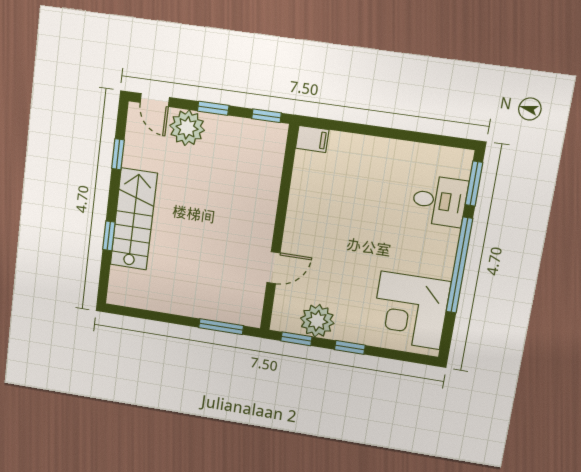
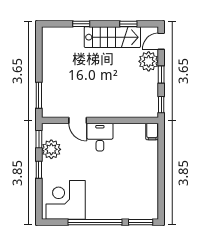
desk: (439, 201) -> (100, 137), moved, turned 180
stairs: (134, 219) -> (112, 37), moved

